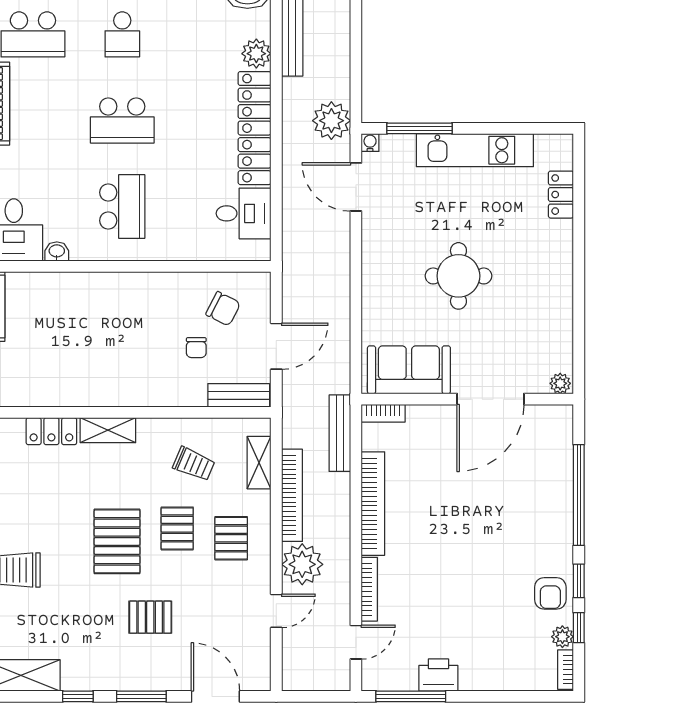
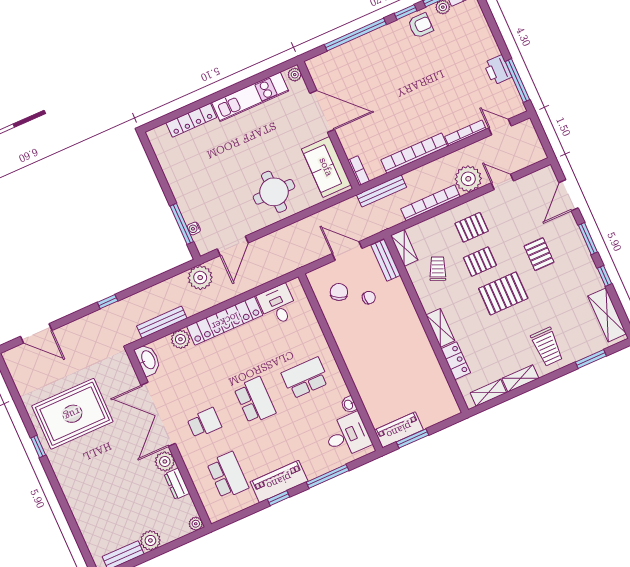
water cooler: (370, 143) -> (194, 228), moved
kitchen unit: (475, 150) -> (250, 97), moved, turned 90
locker: (561, 195) -> (191, 120), width x1.53
round table: (458, 276) -> (274, 192), moved
shelving: (259, 463) -> (404, 248), moved, turned 90

